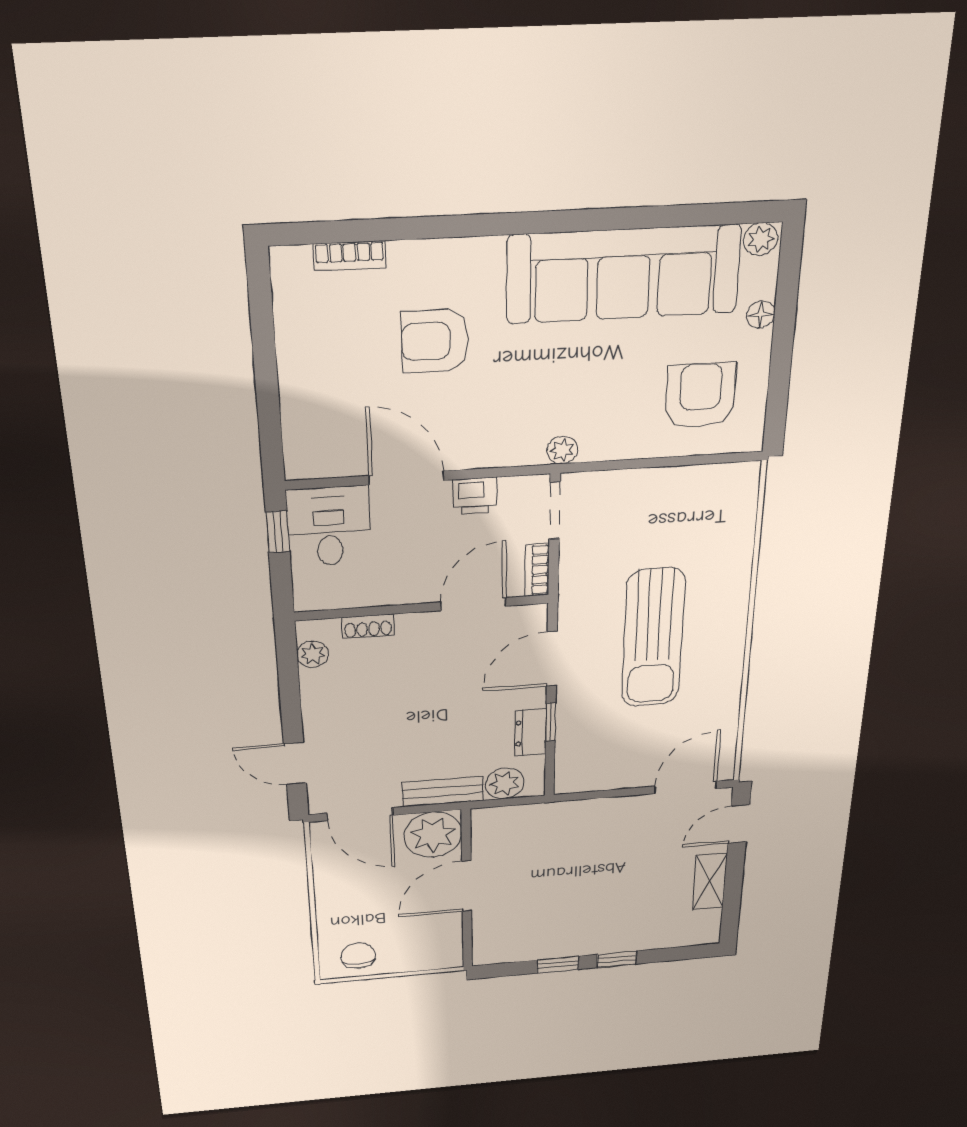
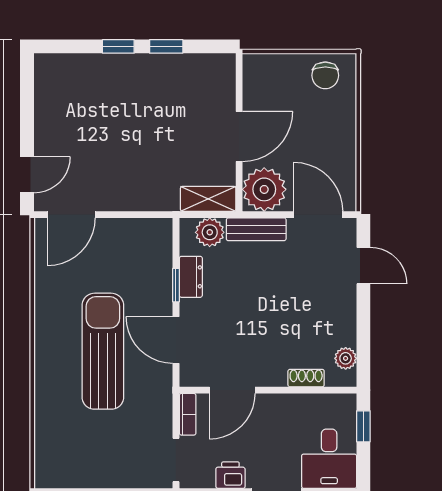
window: (278, 532) -> (363, 426), moved
door: (552, 659) -> (176, 340), swing flipped
shelving: (710, 881) -> (208, 199), moved, turned 90

